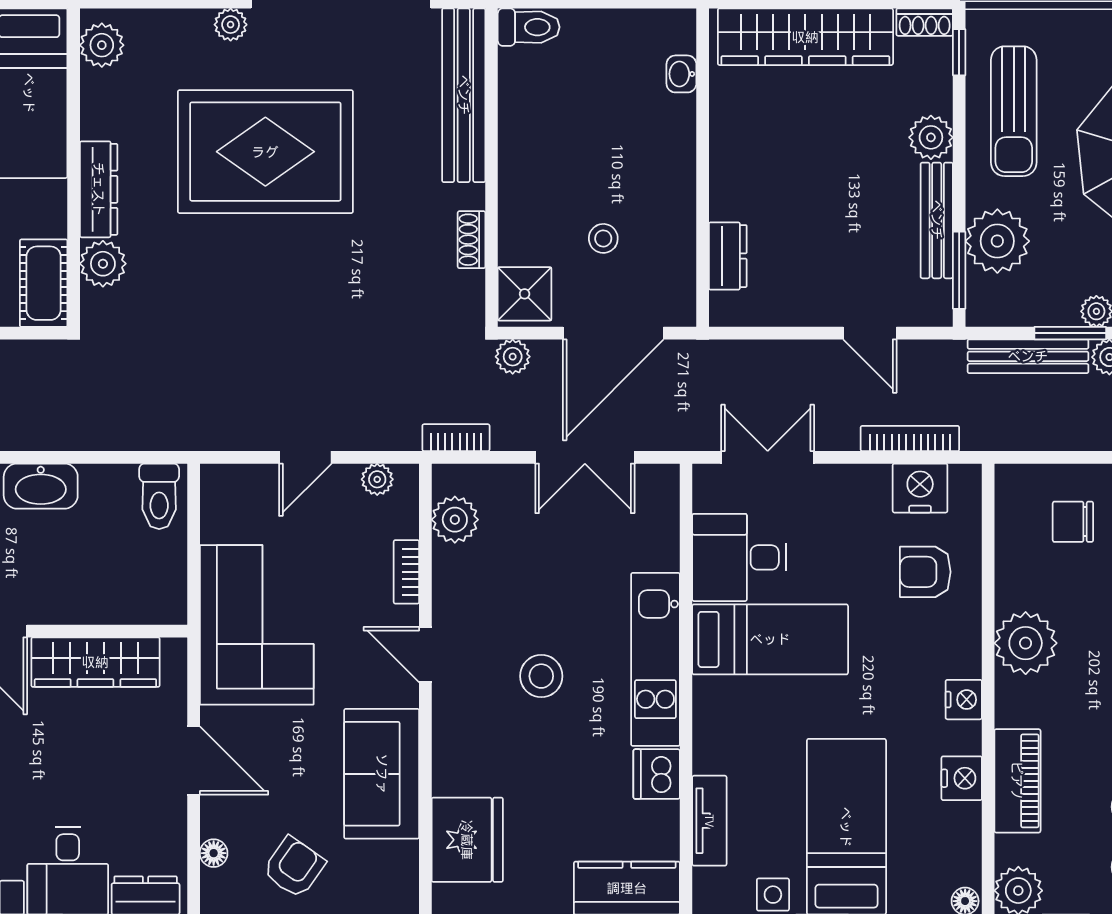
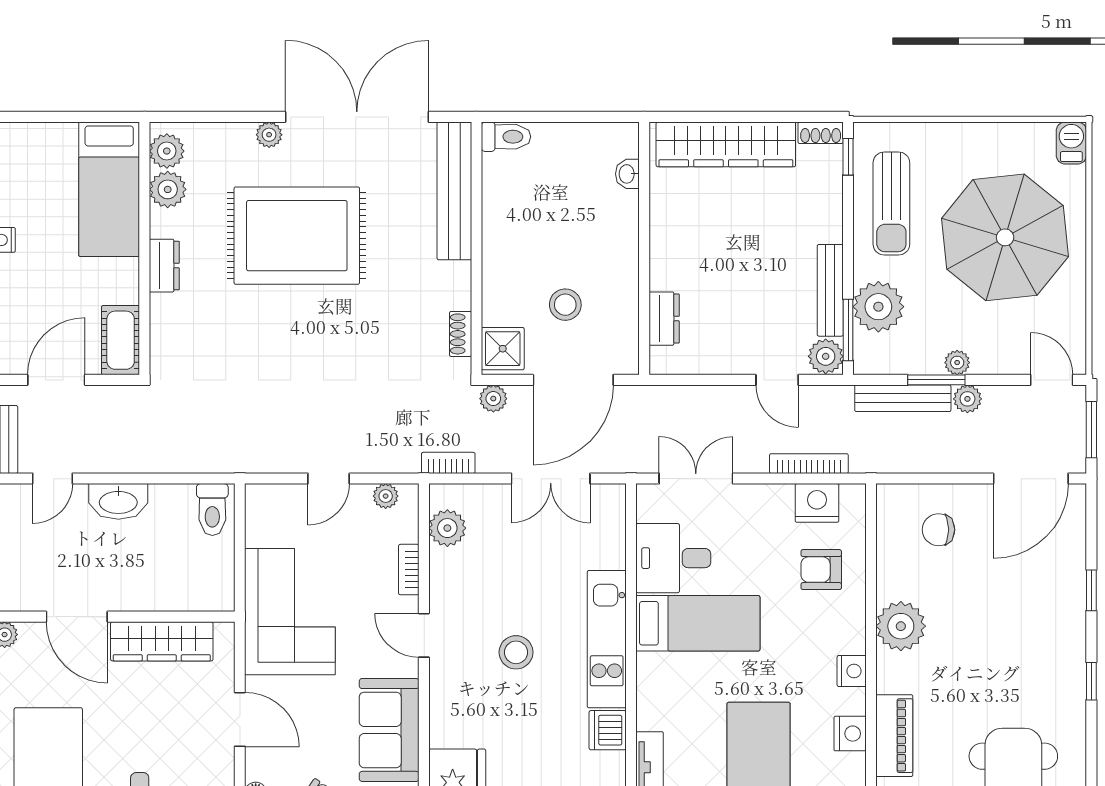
plant: (931, 137) -> (826, 356), moved
dresser: (99, 189) -> (164, 266), width x0.70
stool: (603, 238) -> (565, 305), width x1.37, depth x1.37
shoe rack: (471, 240) -> (461, 334), moved
plant: (103, 264) -> (168, 189), moved

